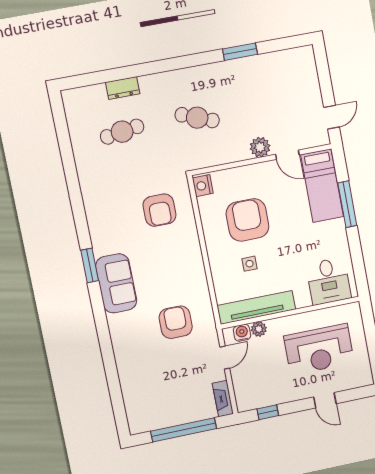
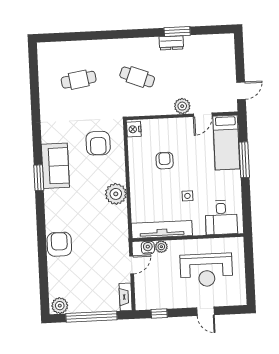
dresser: (123, 88) -> (171, 43), moved
door: (287, 155) -> (203, 115), hinge flipped
armchair: (247, 220) -> (165, 161), width x0.53, depth x0.53
side table: (250, 264) -> (187, 196), moved
plant: (192, 271) -> (116, 194), added
sofa: (116, 283) -> (55, 166), moved
armchair: (176, 322) -> (59, 244), moved
plant: (141, 423) -> (60, 306), added

